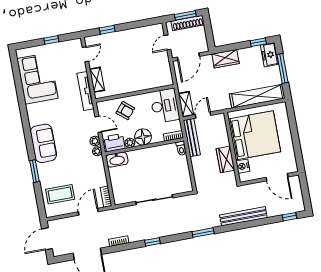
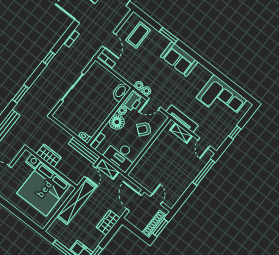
window: (107, 30) -> (204, 172), width x2.17
shelving: (257, 96) -> (77, 202), moved

